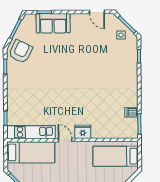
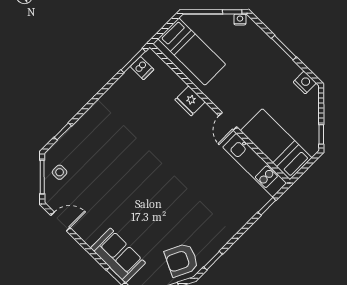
door: (97, 12) -> (60, 221), hinge flipped
dishwasher: (131, 112) -> (142, 68), moved
fridge: (83, 132) -> (190, 101), moved

